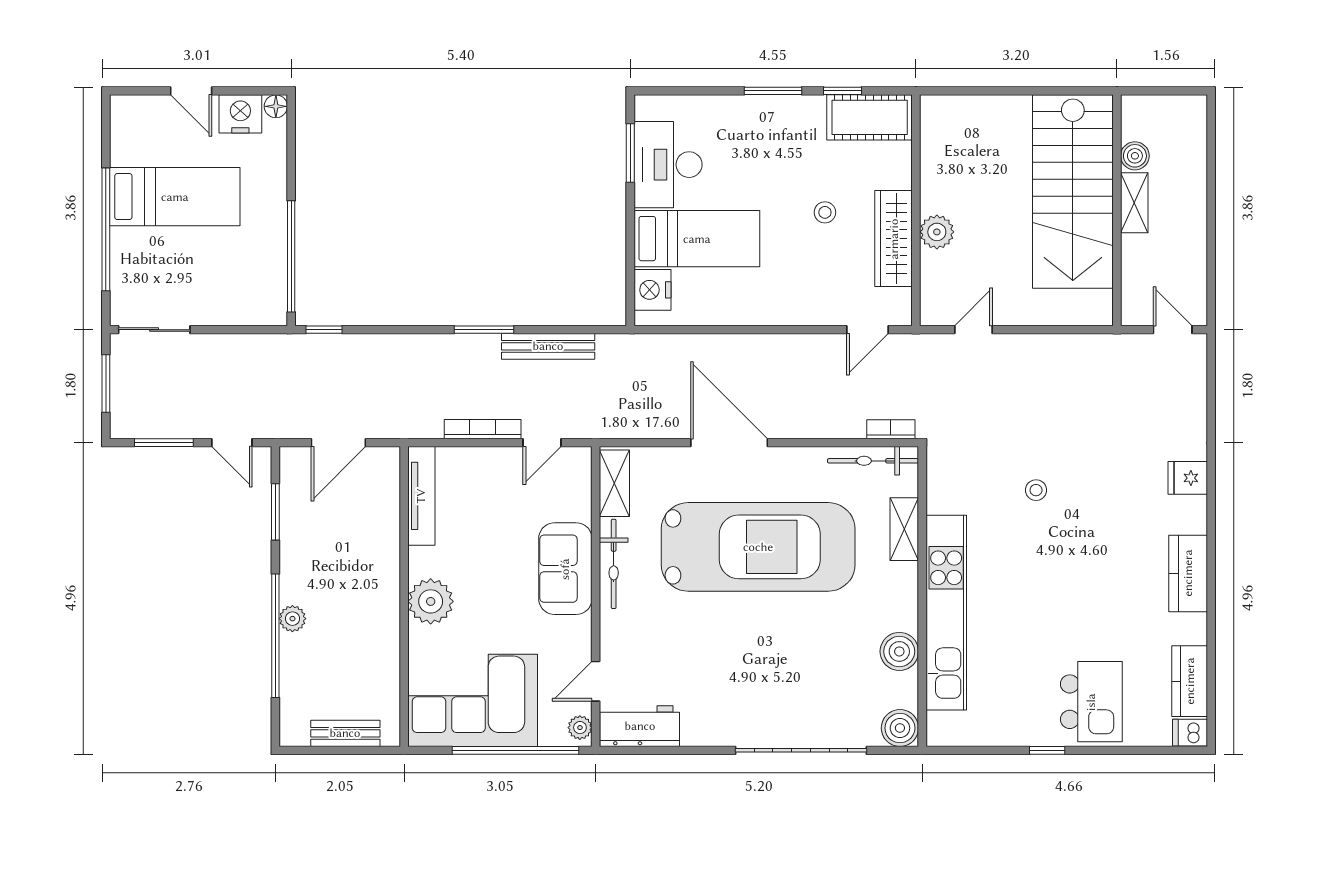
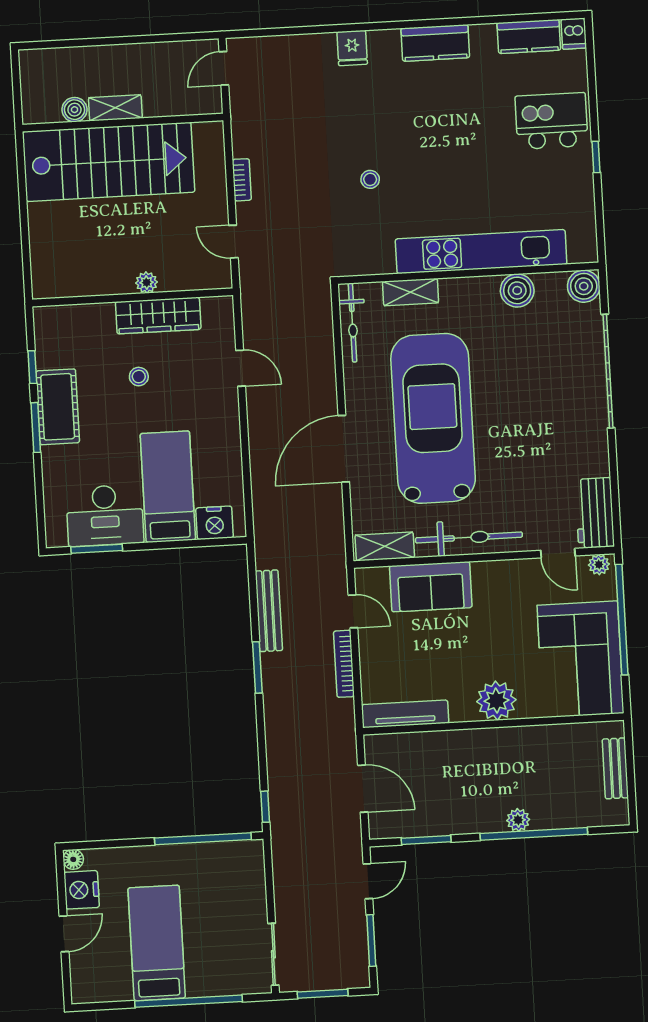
cot: (870, 117) -> (58, 407), moved
plant: (937, 232) -> (147, 282), width x0.73, depth x0.73
door: (868, 330) -> (241, 368), moved
bookcase: (891, 429) -> (242, 180), moved, turned 180
bicycle: (614, 564) -> (469, 537), width x1.37, depth x1.40
sofa: (565, 569) -> (431, 587), moved

